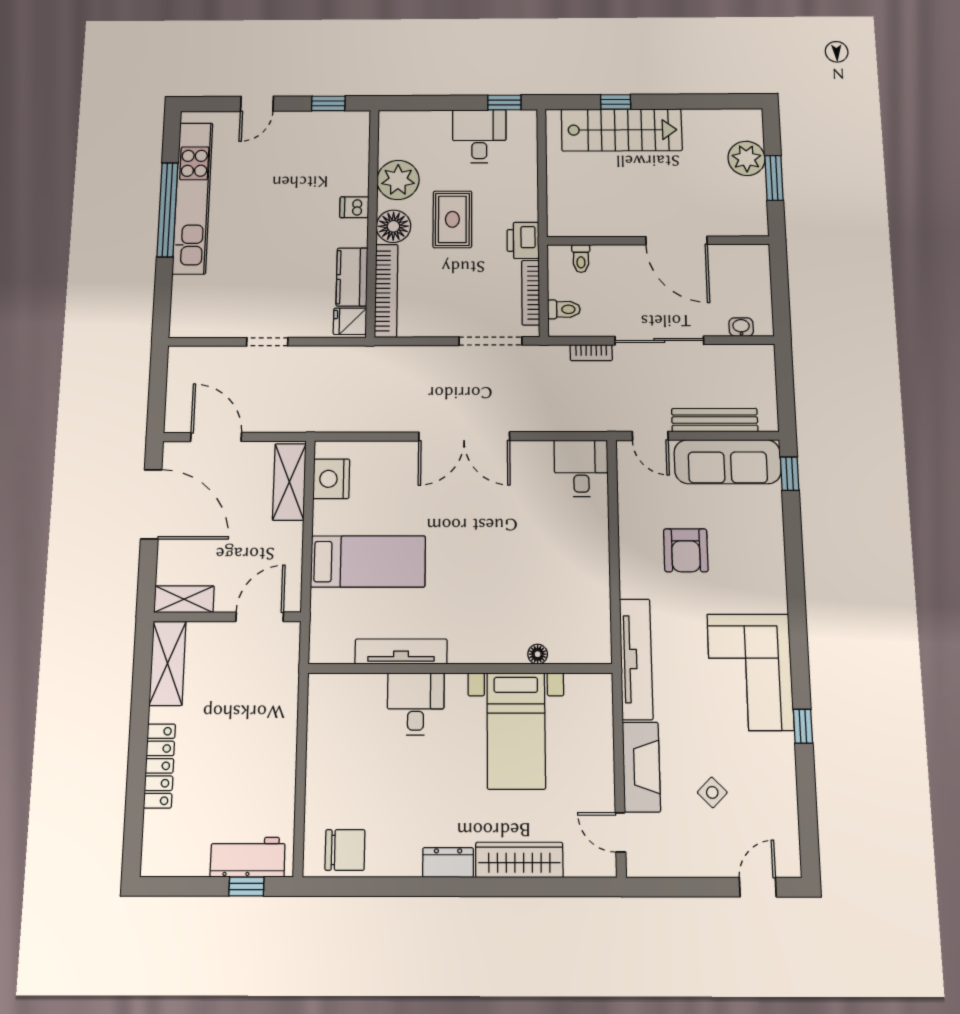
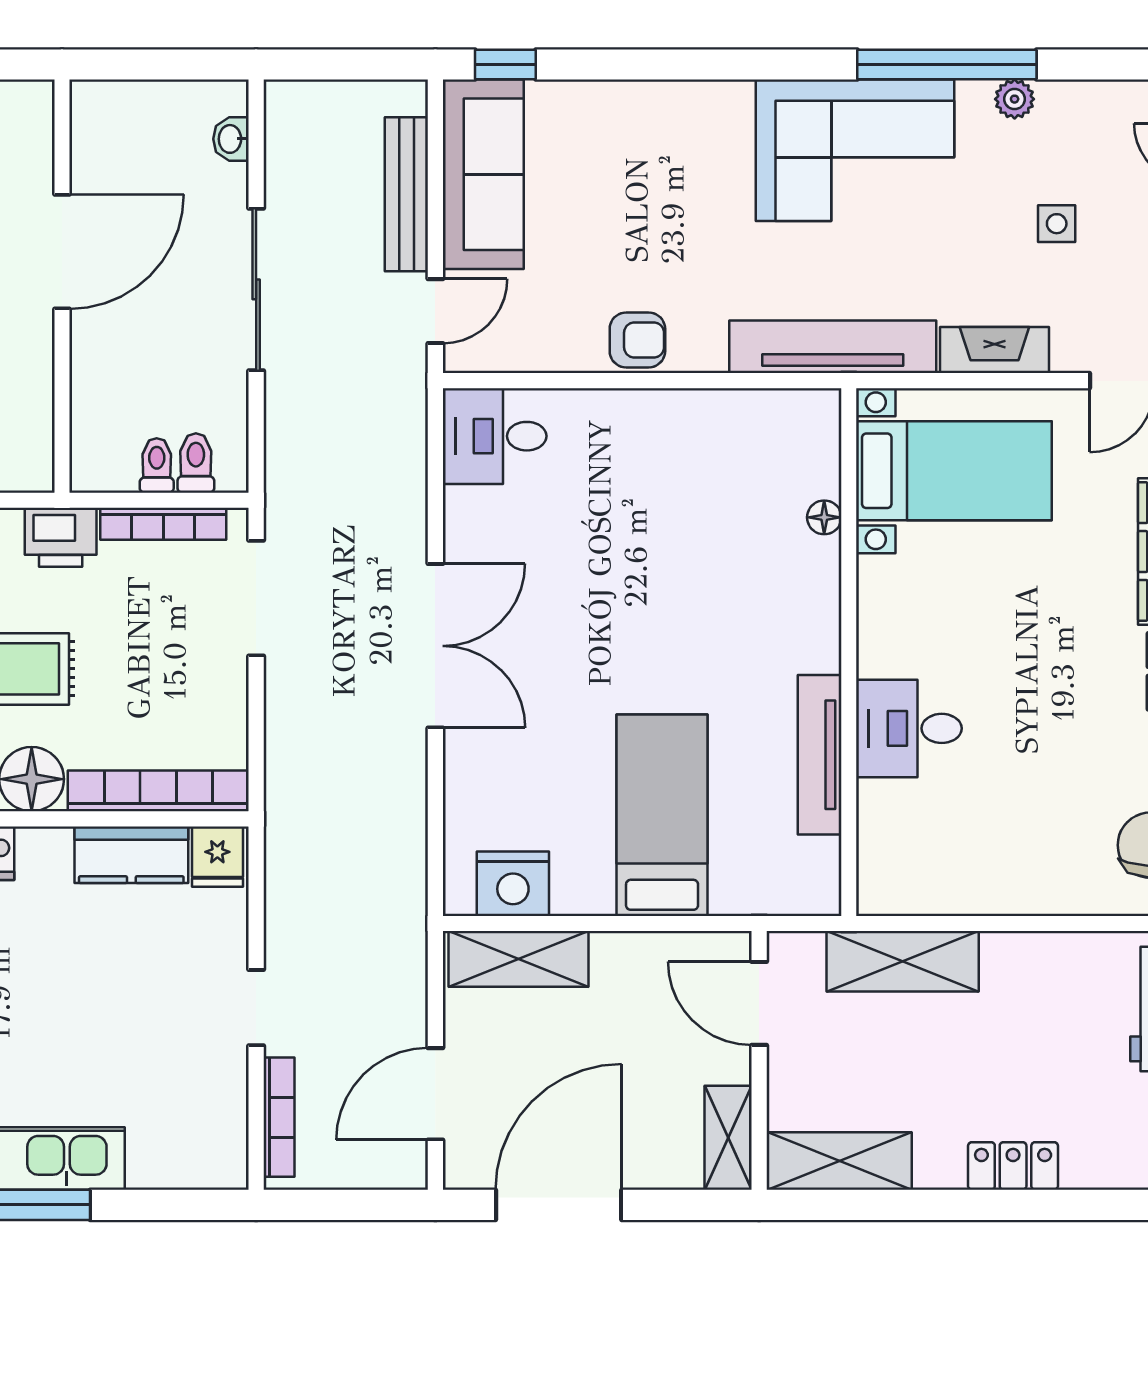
toilet: (581, 258) -> (157, 465), moved, turned -90
bookcase: (591, 353) -> (279, 1117), moved, width x1.56
armchair: (686, 550) -> (637, 340), moved, width x0.72, depth x0.72
shelving: (281, 700) -> (903, 961), added
window: (803, 726) -> (947, 65), width x3.17
bed with nightstands: (516, 731) -> (954, 471), moved
locker: (159, 766) -> (1013, 1166), width x0.66
fireplace: (641, 767) -> (994, 350), width x0.73, depth x0.76
plant: (785, 767) -> (1015, 99), added
side table: (712, 792) -> (1057, 224), turned 45

